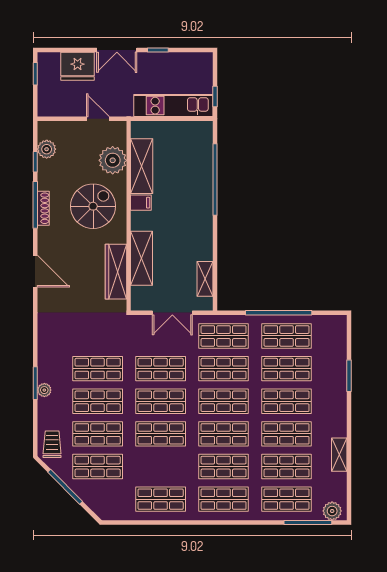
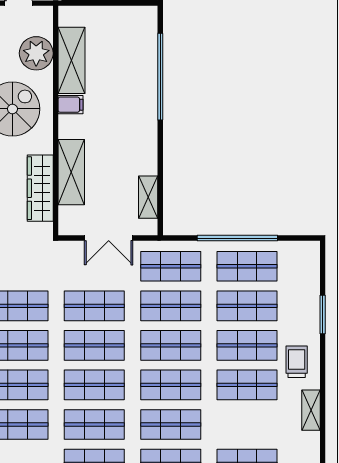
trolley: (328, 415) -> (297, 362), added
shop shelf: (287, 466) -> (94, 424), moved

